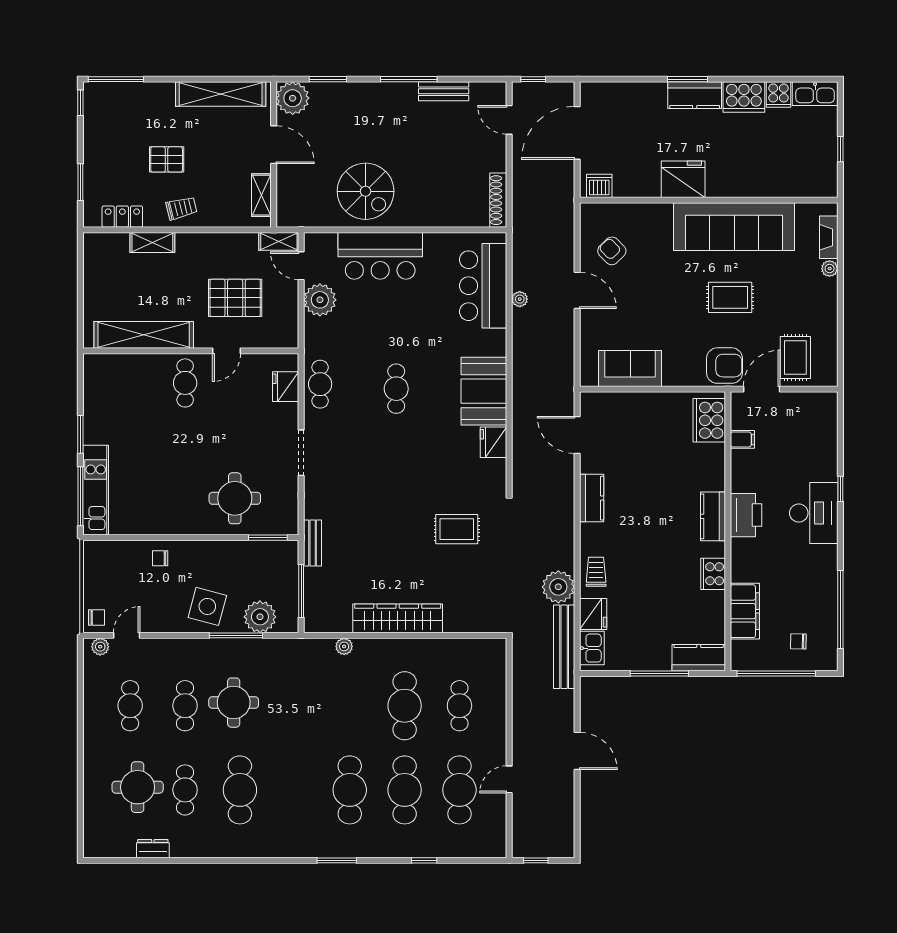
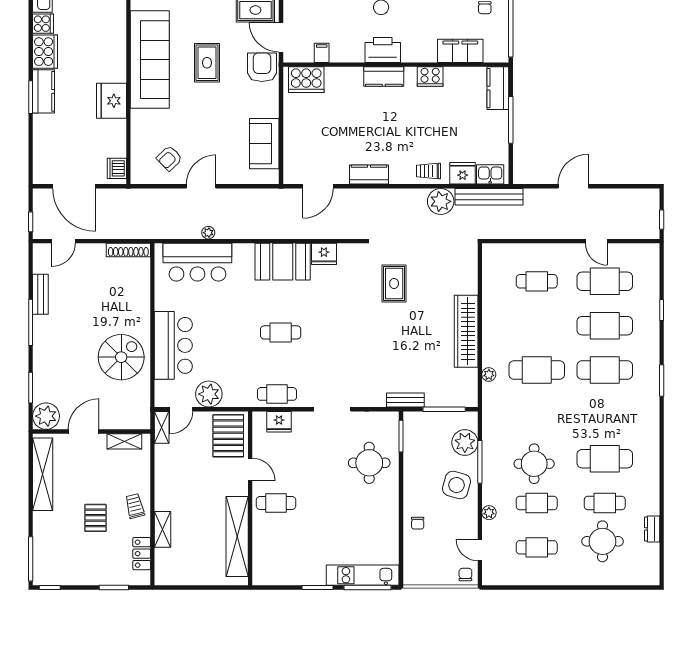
pallet: (235, 298) -> (228, 436), moved
plant: (100, 647) -> (489, 513), moved
cafe table: (405, 706) -> (537, 370), moved

